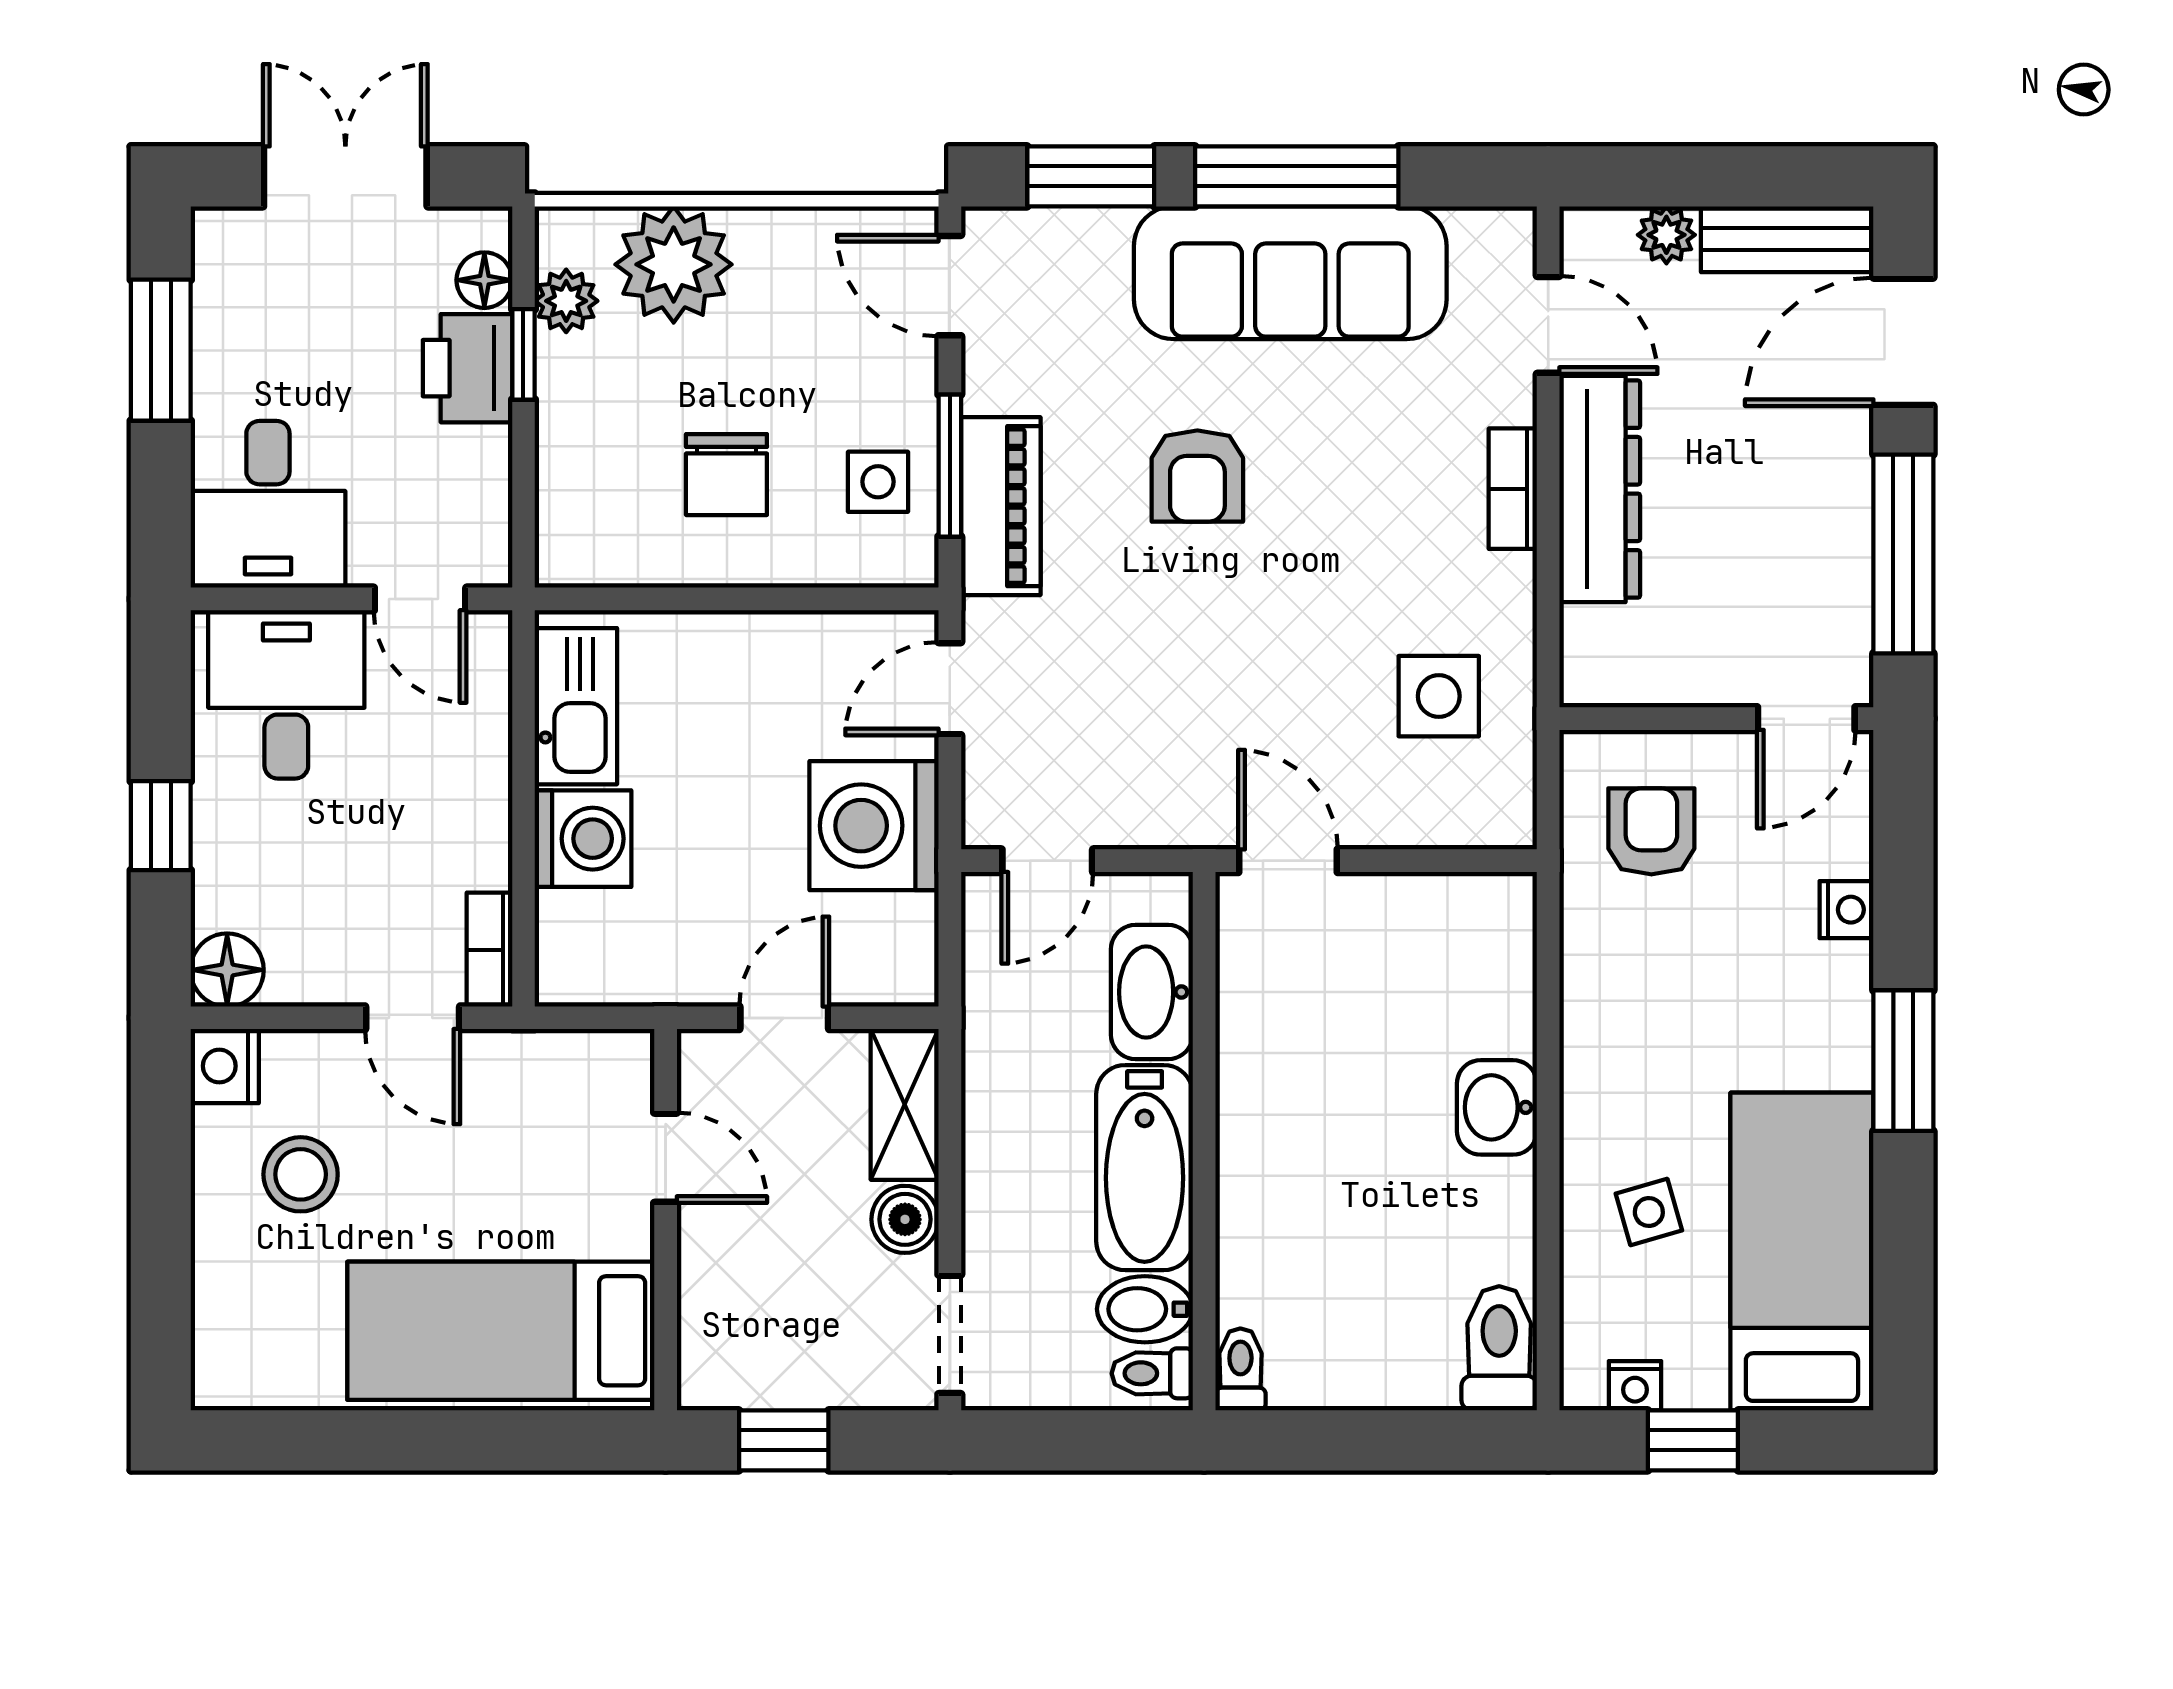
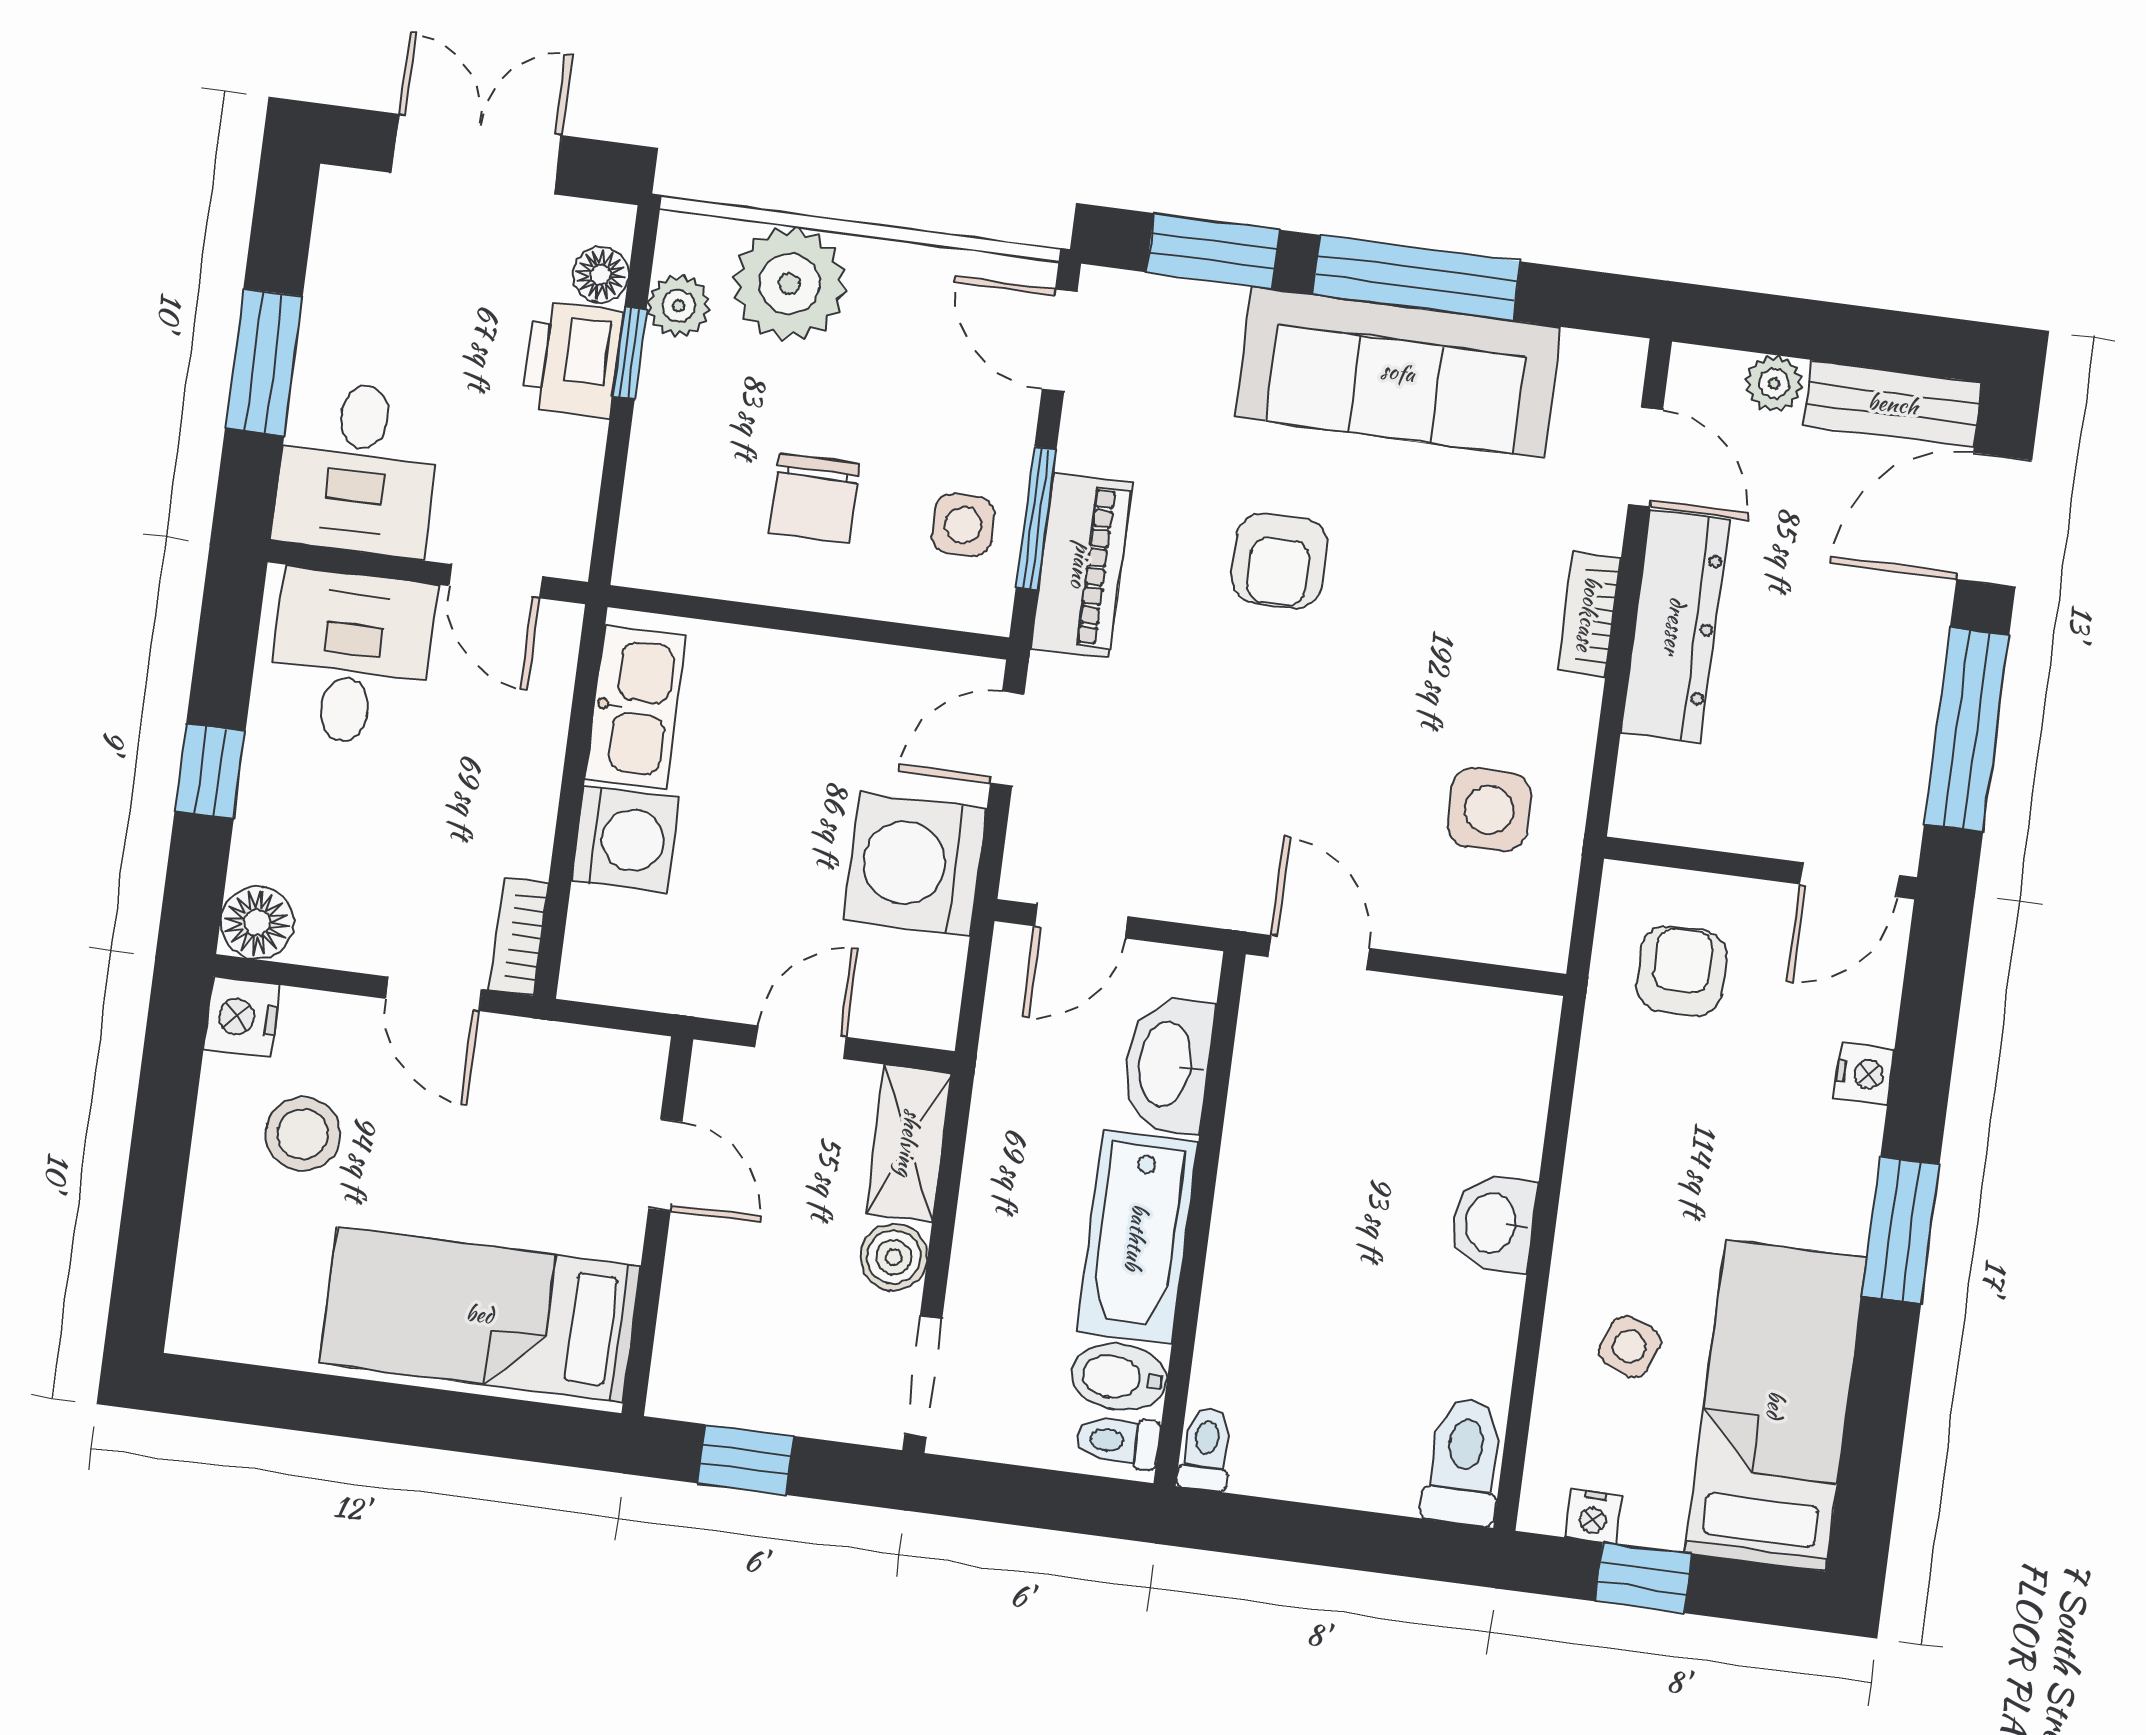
window: (161, 350) -> (264, 362), moved
side table: (1649, 1212) -> (1630, 1347), turned 37

